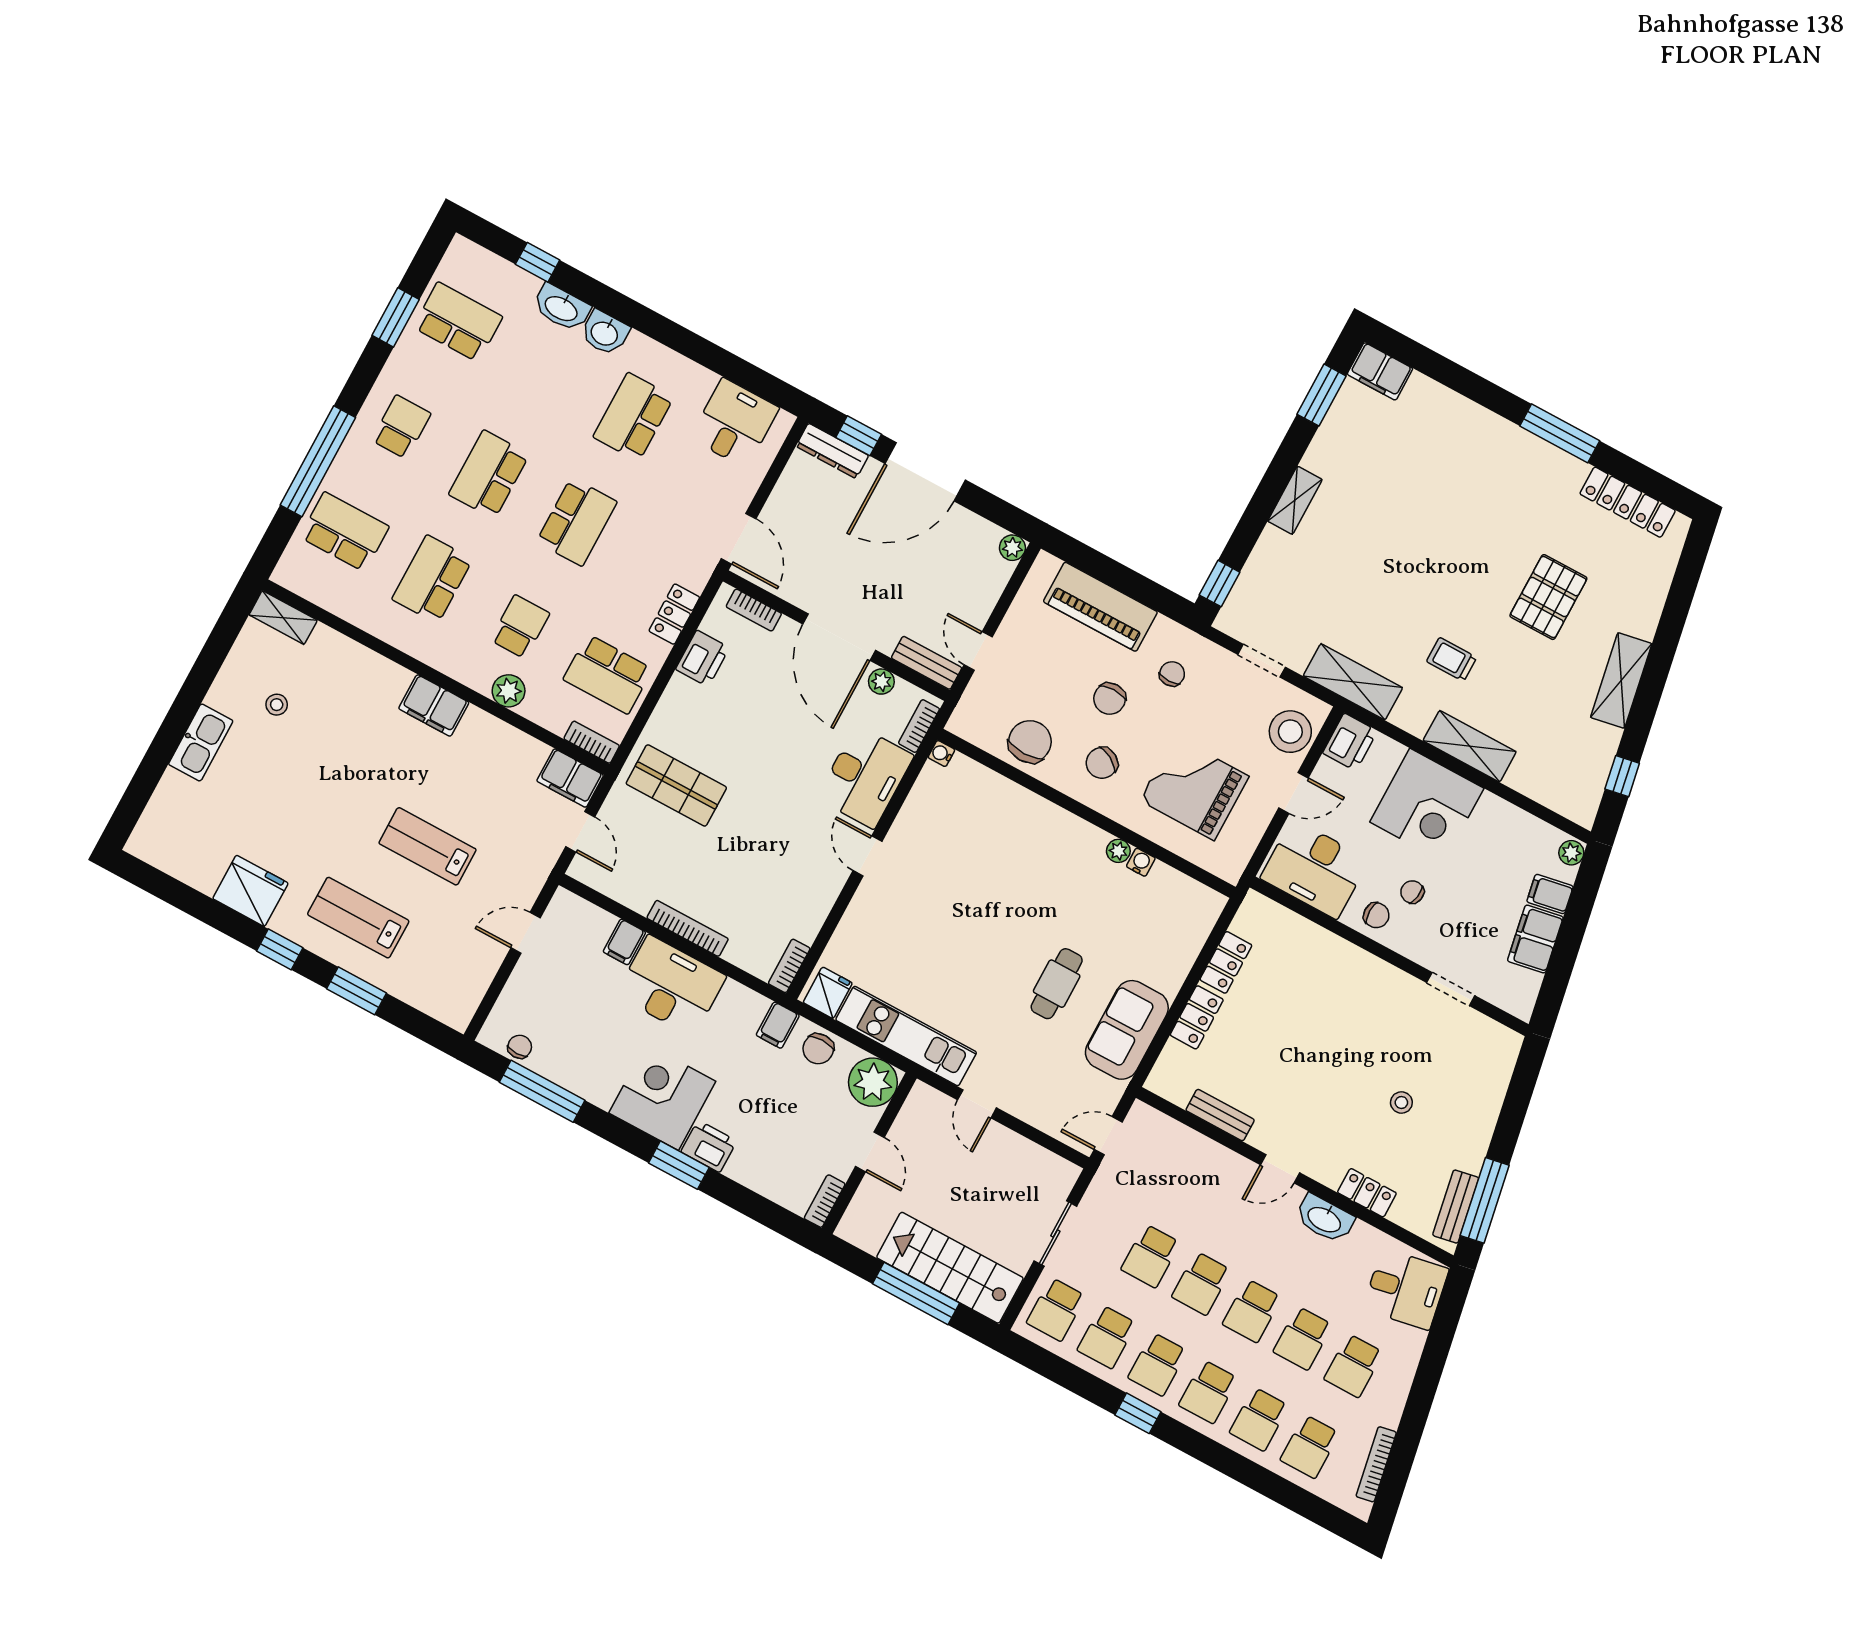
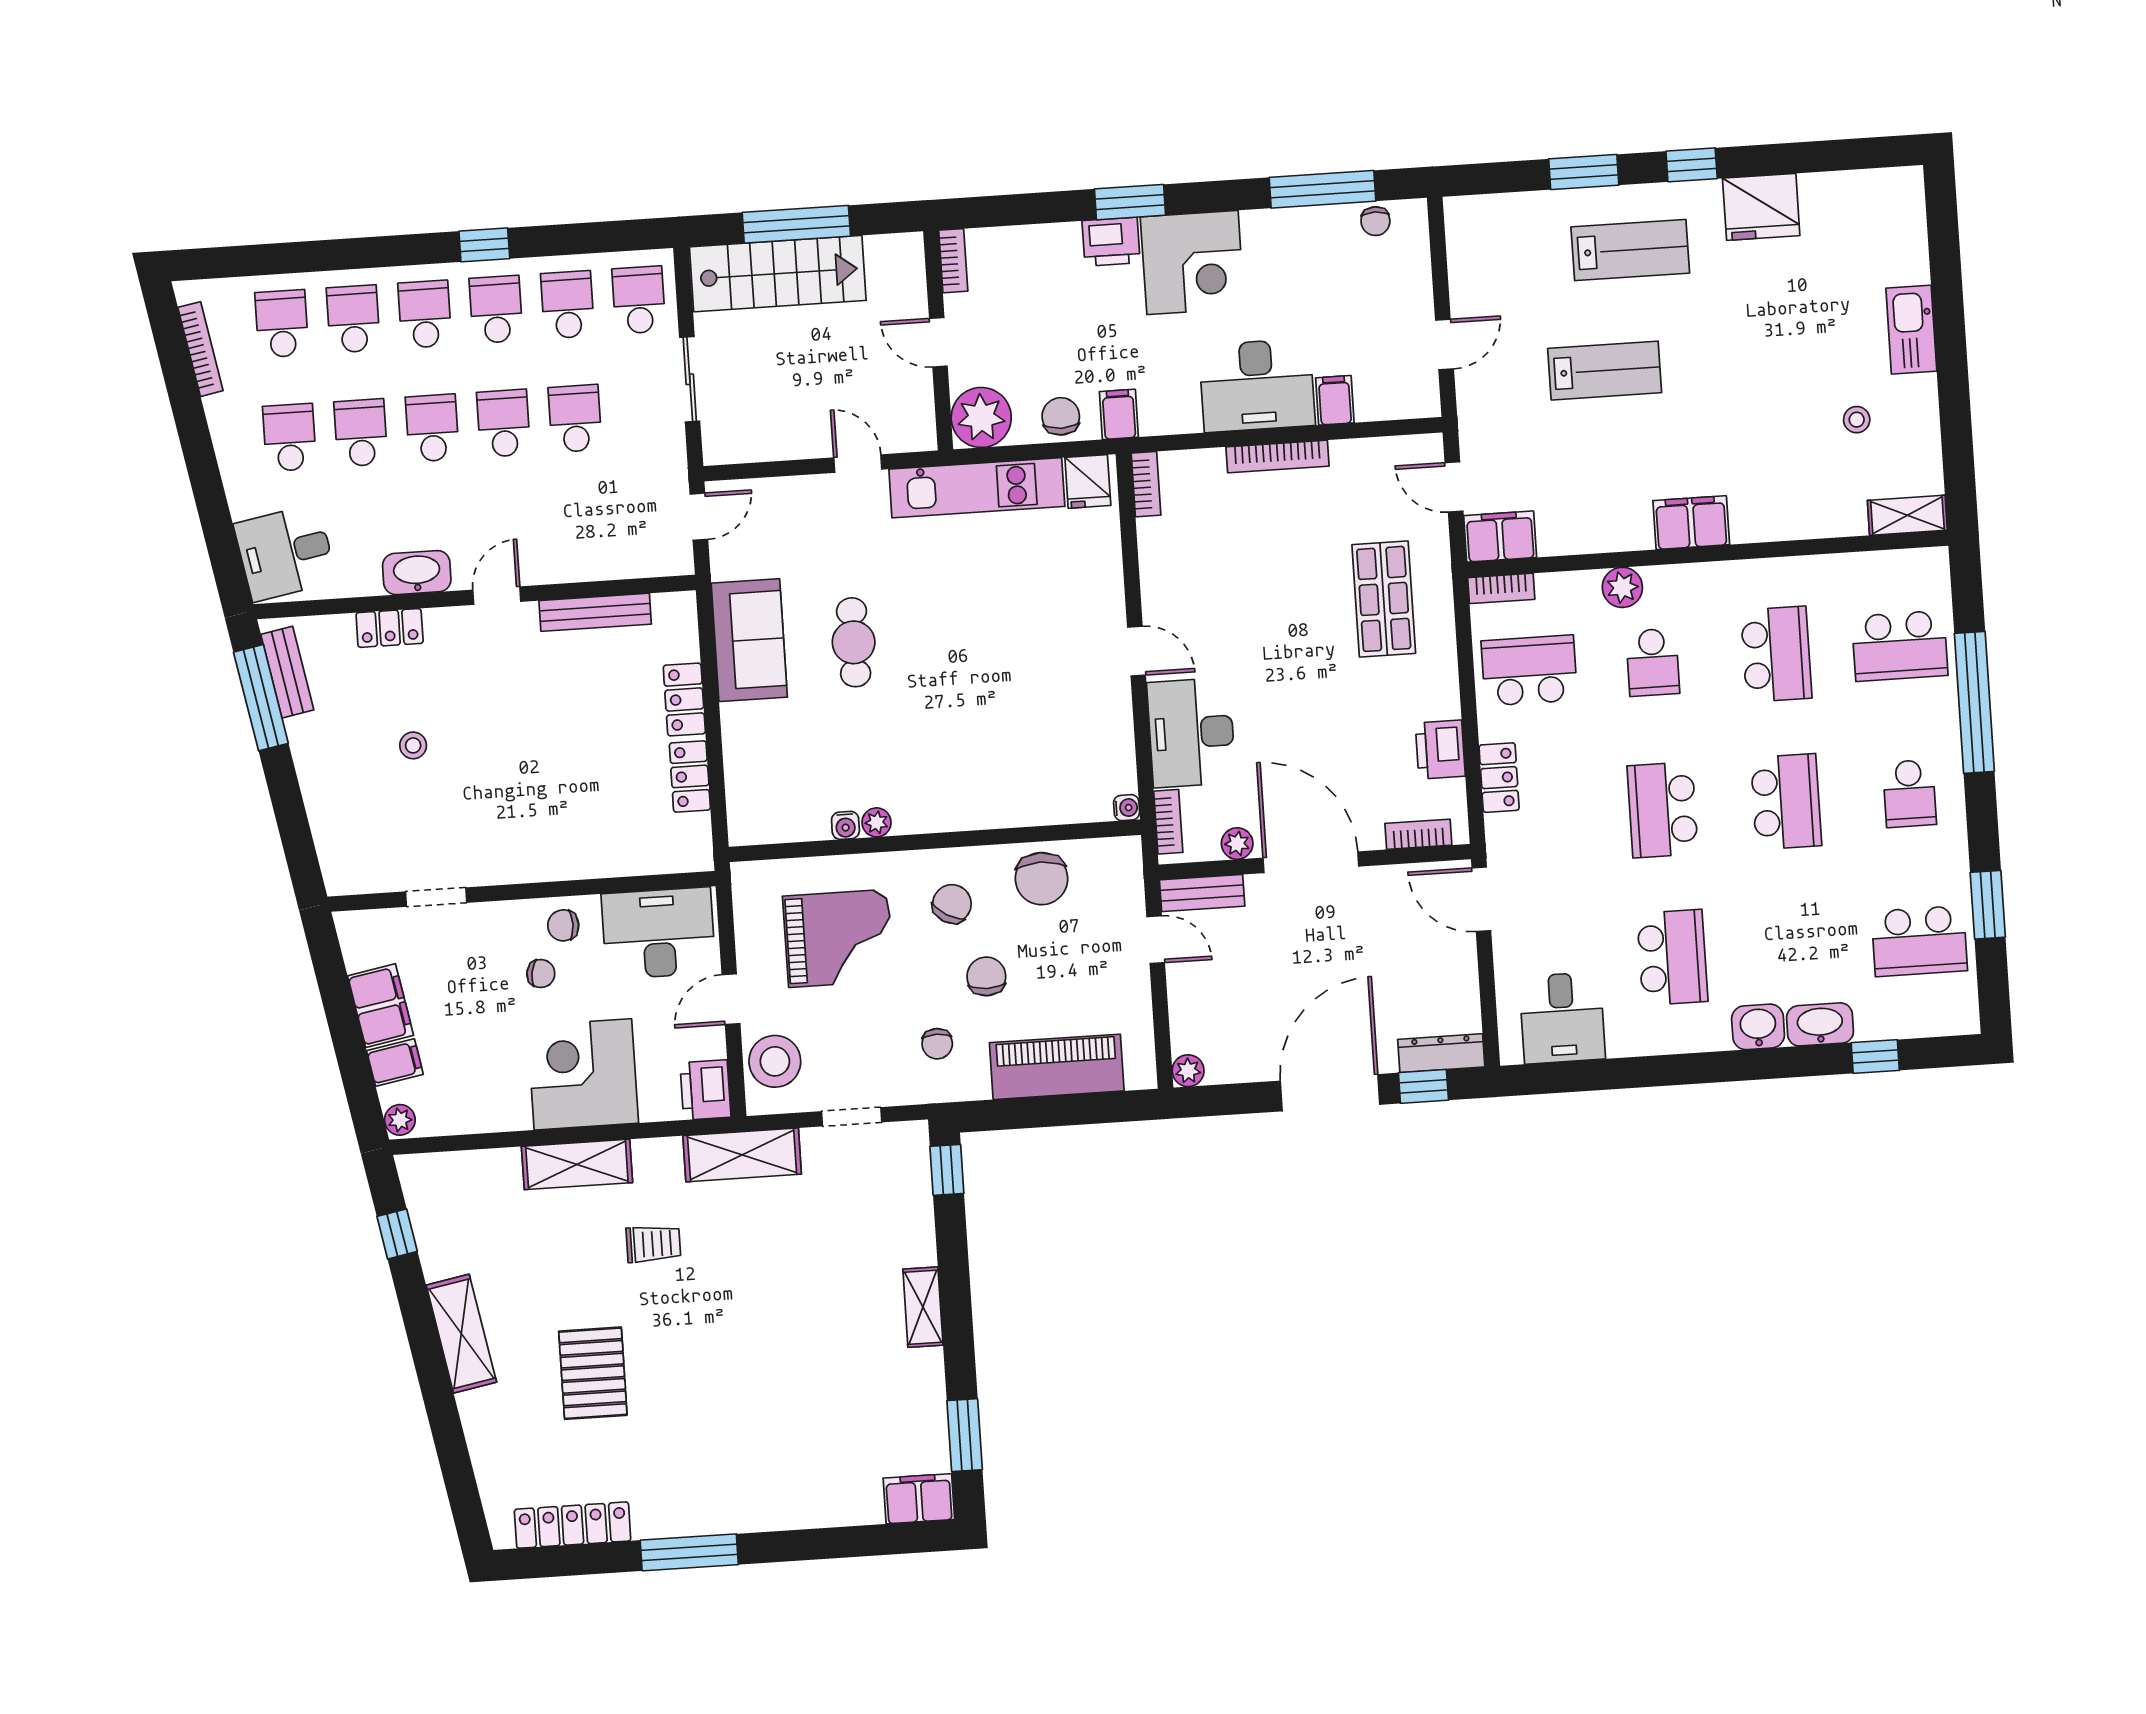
shop shelf: (676, 785) -> (1384, 599), turned 90
bench: (1220, 1115) -> (595, 612), width x1.36

